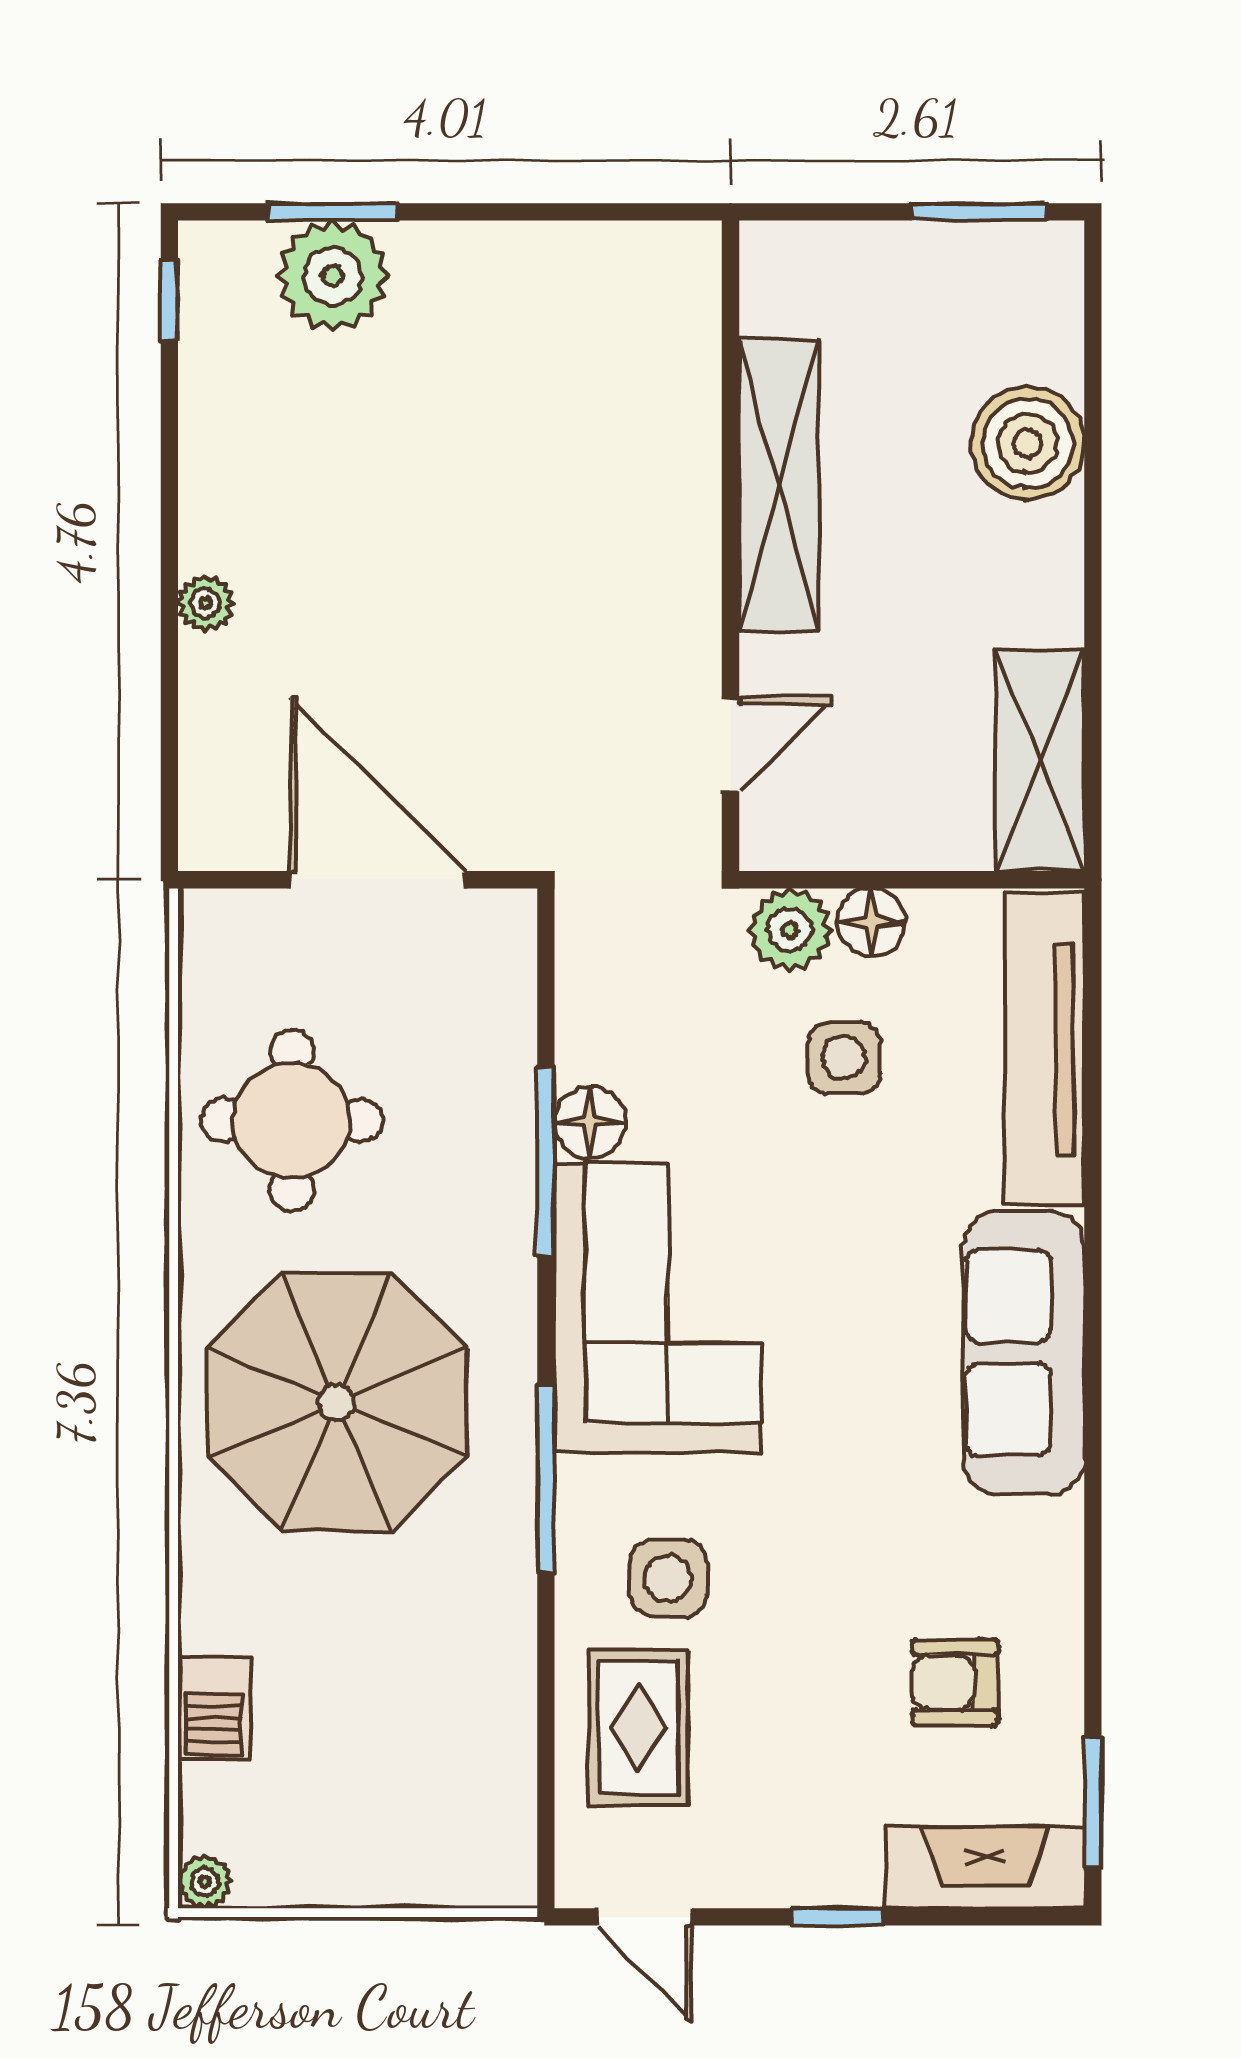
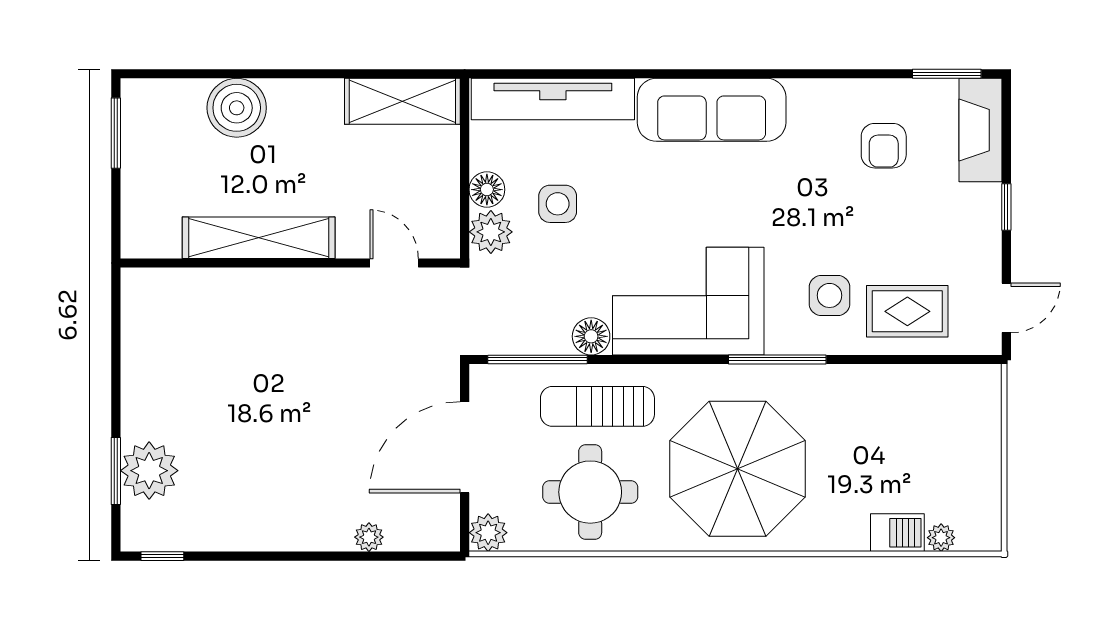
plant: (206, 603) -> (369, 537), moved
plant: (214, 925) -> (488, 533), added
sun lounger: (456, 1134) -> (597, 406), added
window: (546, 1162) -> (537, 359), moved
plant: (205, 1882) -> (941, 538), moved

